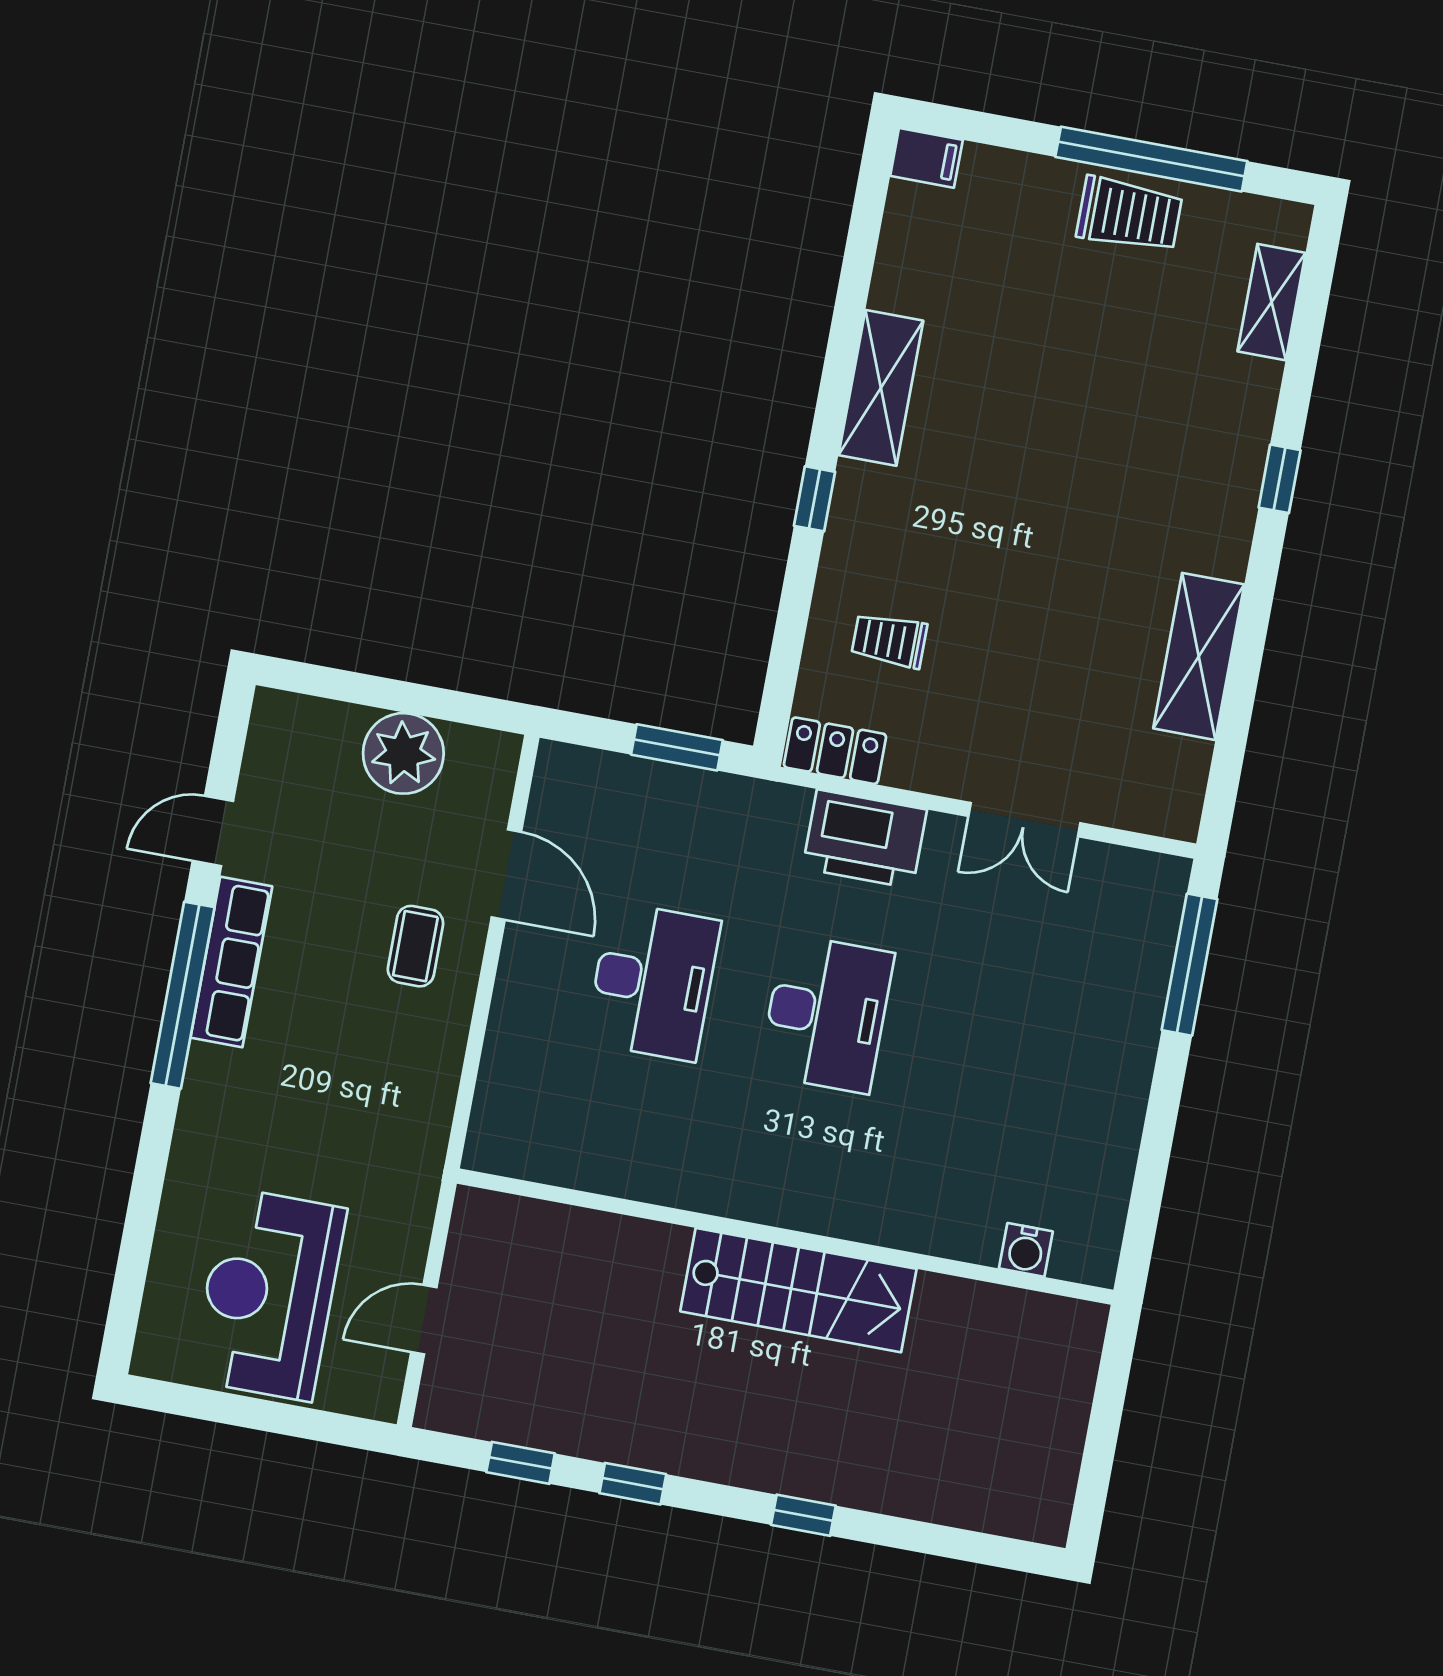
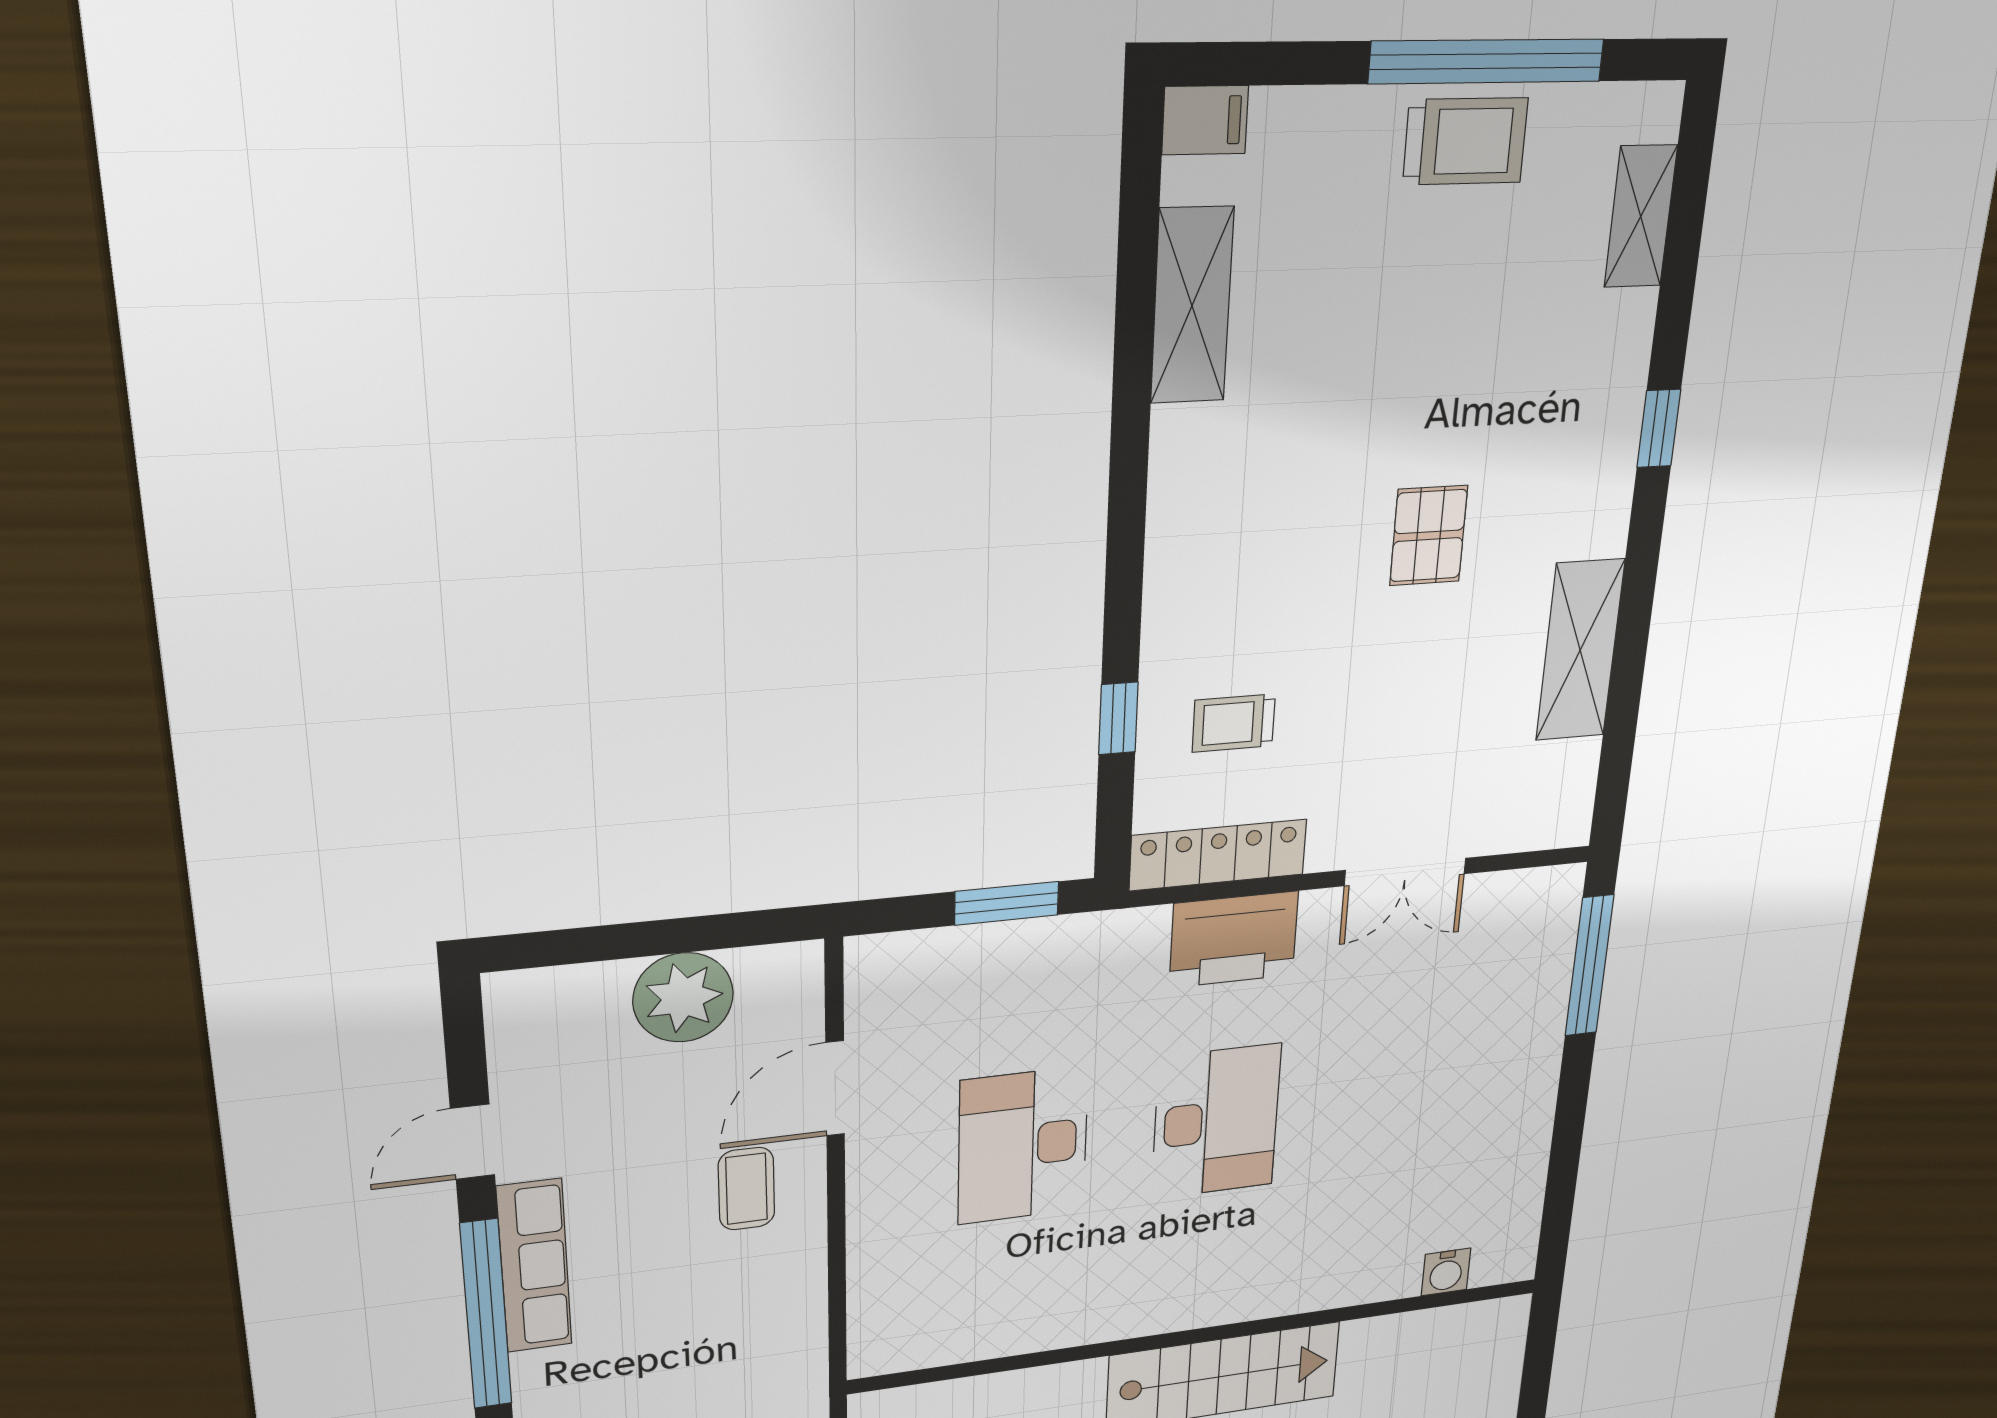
shelving: (881, 388) -> (1192, 306), moved
window: (815, 499) -> (1118, 718), moved
pallet: (1072, 521) -> (1429, 536), added
locker: (835, 751) -> (1218, 855), width x1.53
door: (506, 875) -> (835, 1088), swing flipped
desk: (653, 981) -> (1023, 1146), turned 180

